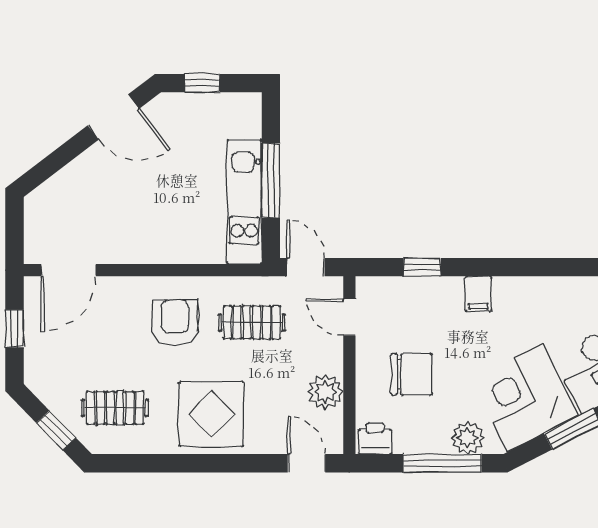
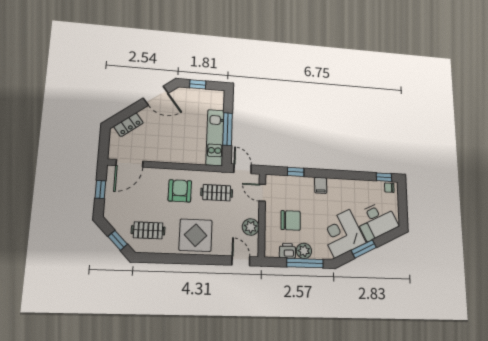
locker: (61, 186) -> (128, 125), added
plant: (468, 438) -> (304, 251), moved
printer: (375, 439) -> (287, 251), moved

